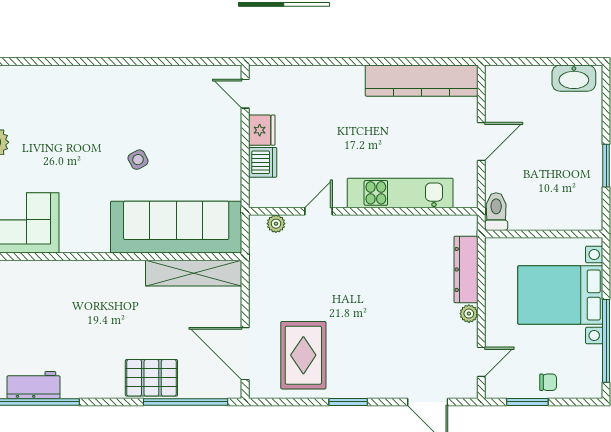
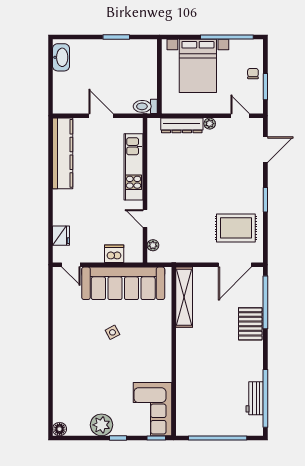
door: (245, 94) -> (71, 265), hinge flipped
fridge: (262, 130) -> (61, 236), moved, turned 90
sofa: (176, 227) -> (123, 283), moved, turned -90

